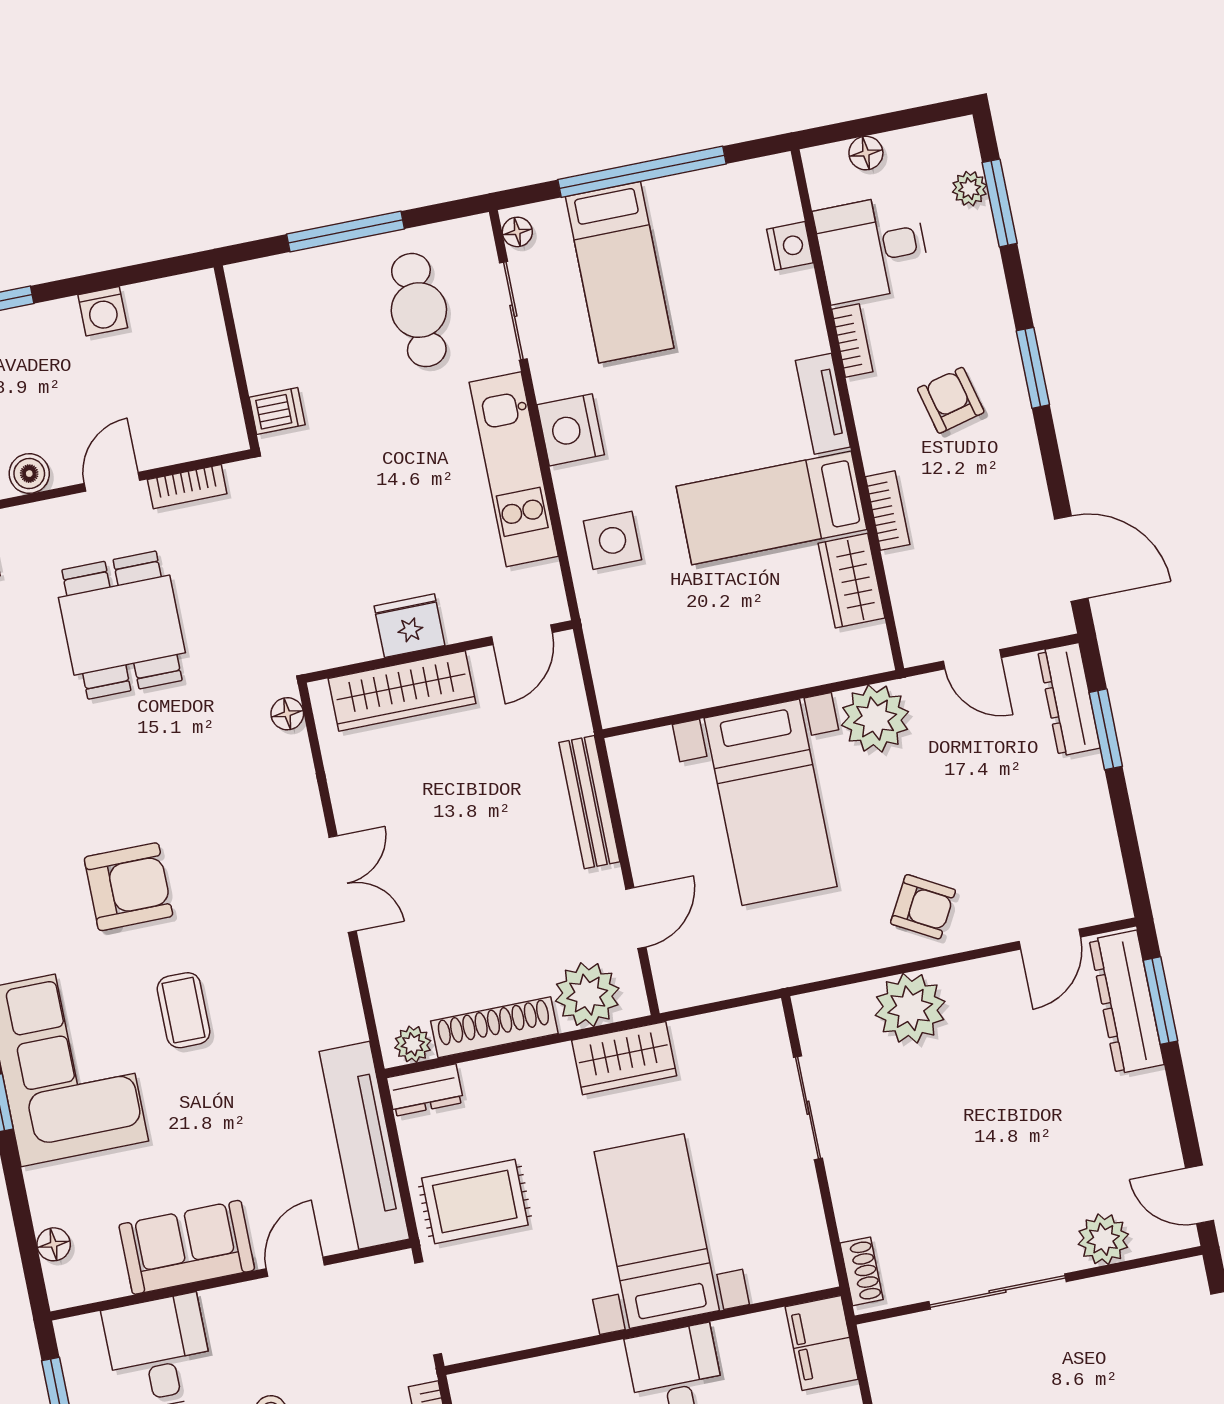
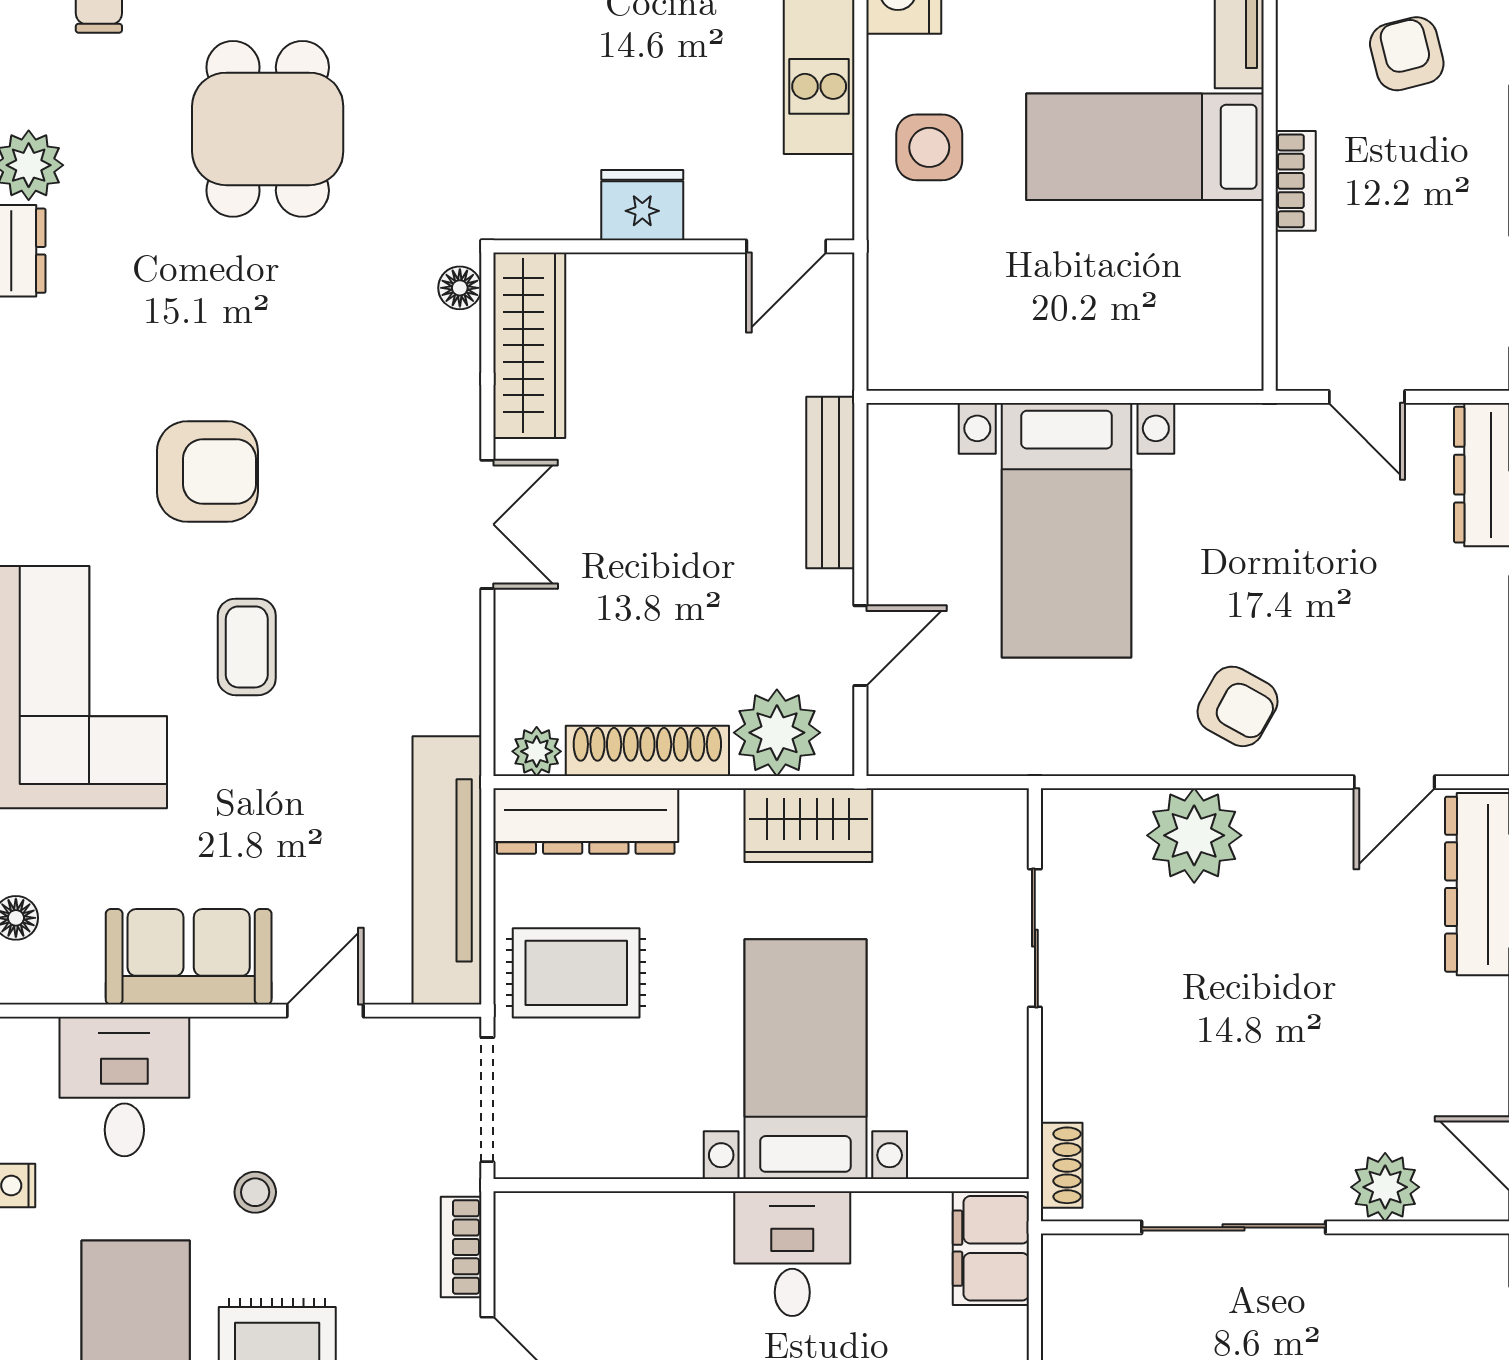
wardrobe: (852, 581) -> (1230, 263), removed
wardrobe: (402, 691) -> (529, 345), moved, turned -90
plant: (875, 719) -> (1225, 449), removed
dresser: (425, 1090) -> (586, 821), width x1.96, depth x1.24

